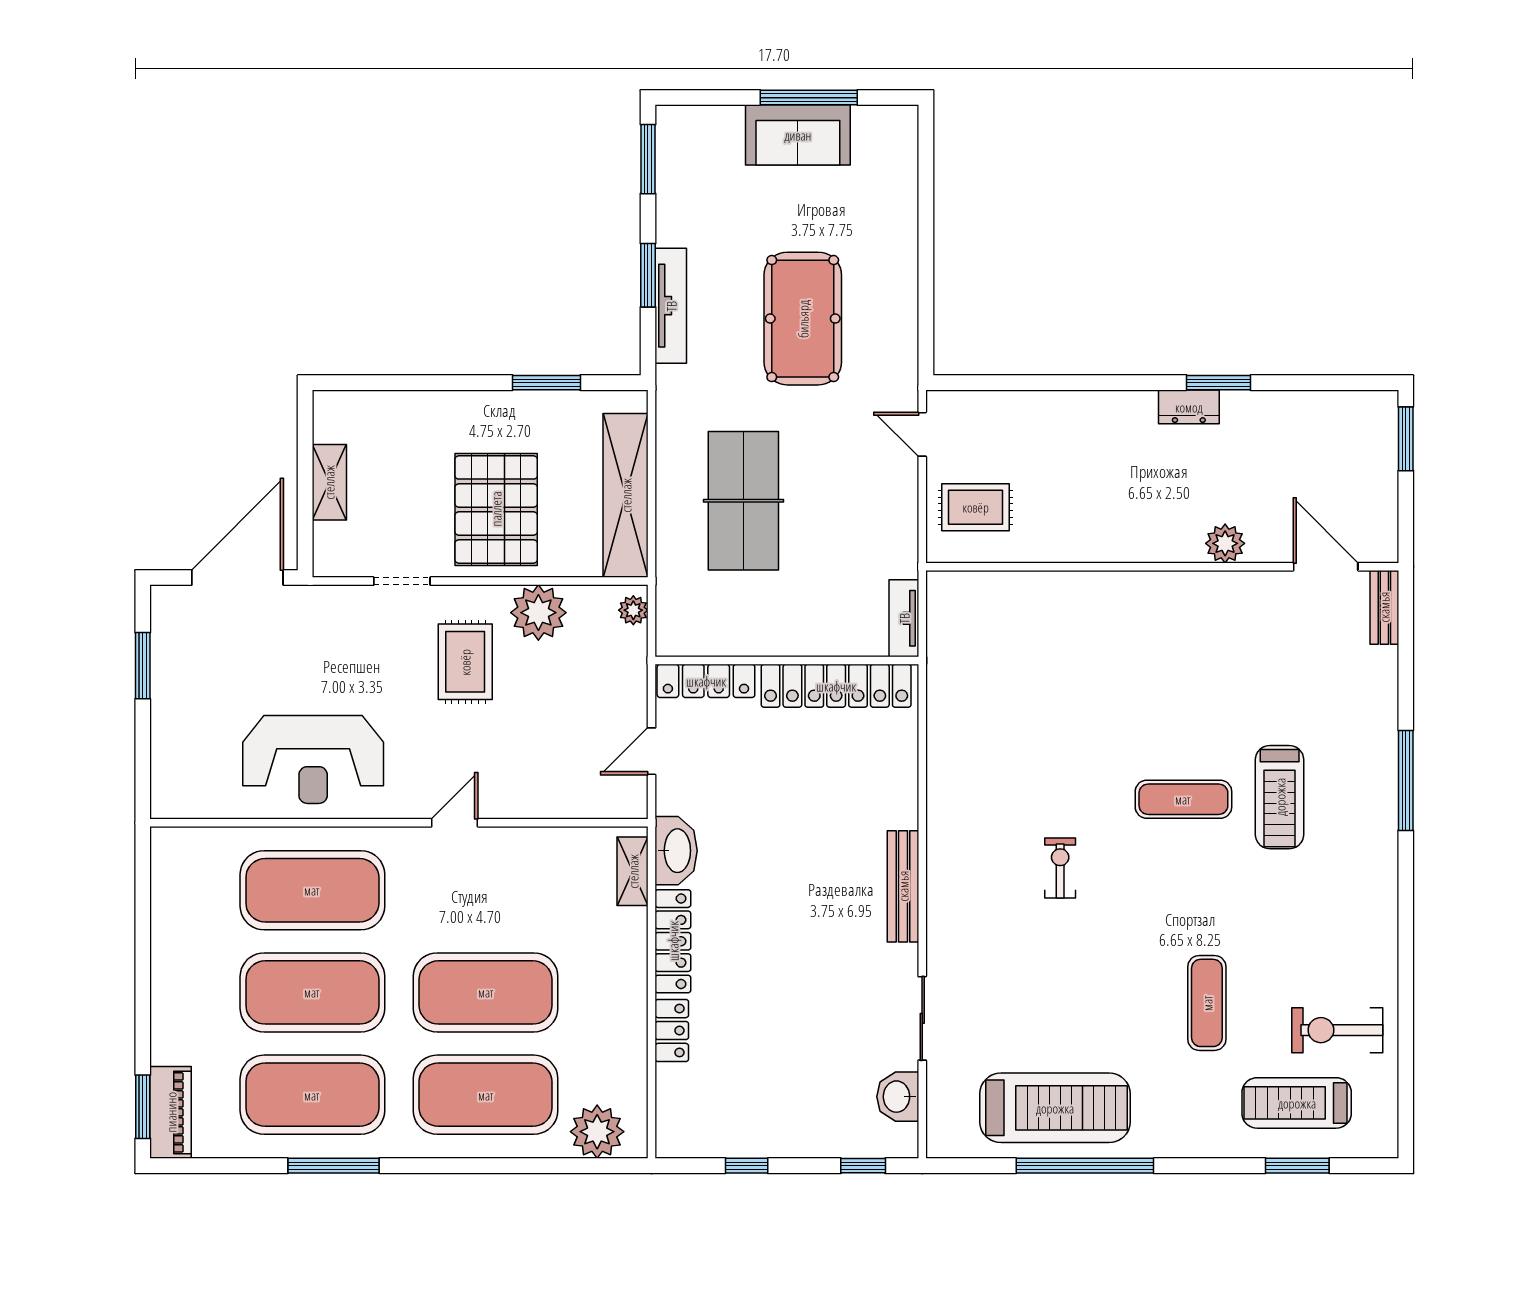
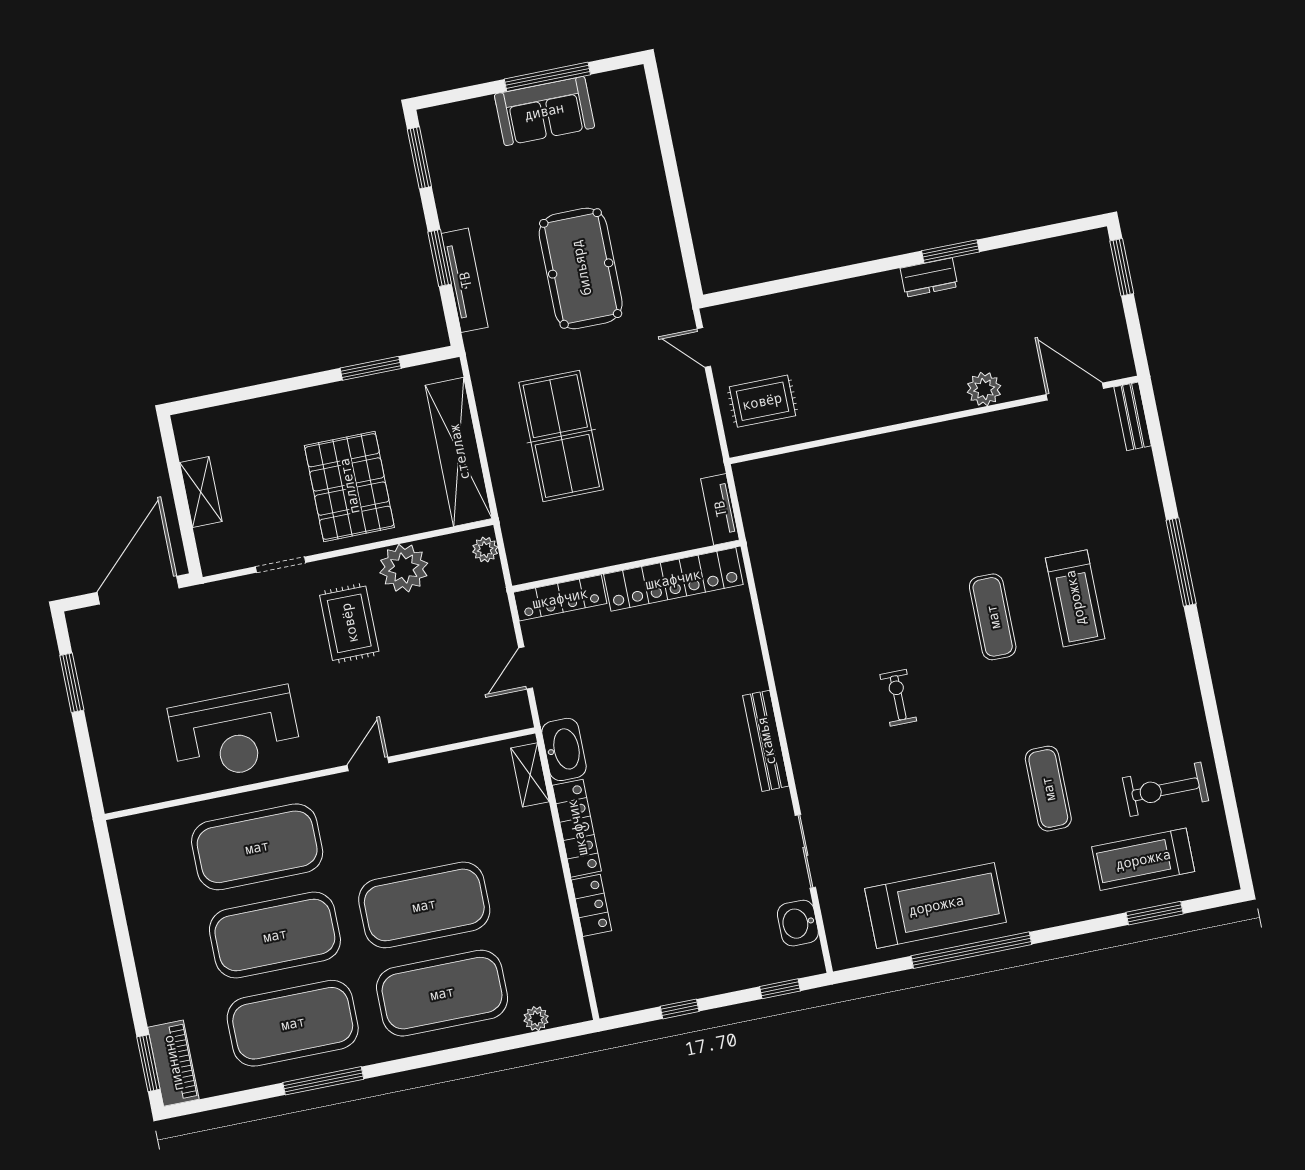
exercise mat: (1183, 799) -> (993, 617), turned 90
plant: (597, 1132) -> (536, 1019), width x0.53, depth x0.53

